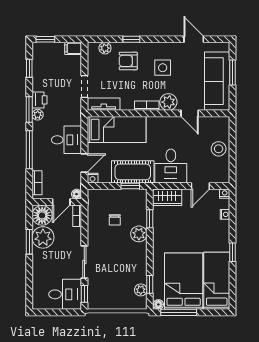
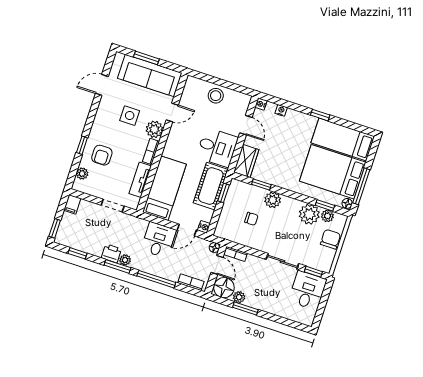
side table: (163, 68) -> (130, 116), moved
tv unit: (104, 104) -> (140, 180), moved
door: (84, 163) -> (187, 230), swing flipped
plant: (43, 237) -> (239, 297), width x0.53, depth x0.53
plant: (137, 273) -> (309, 214), added
chair: (120, 300) -> (330, 239), added

